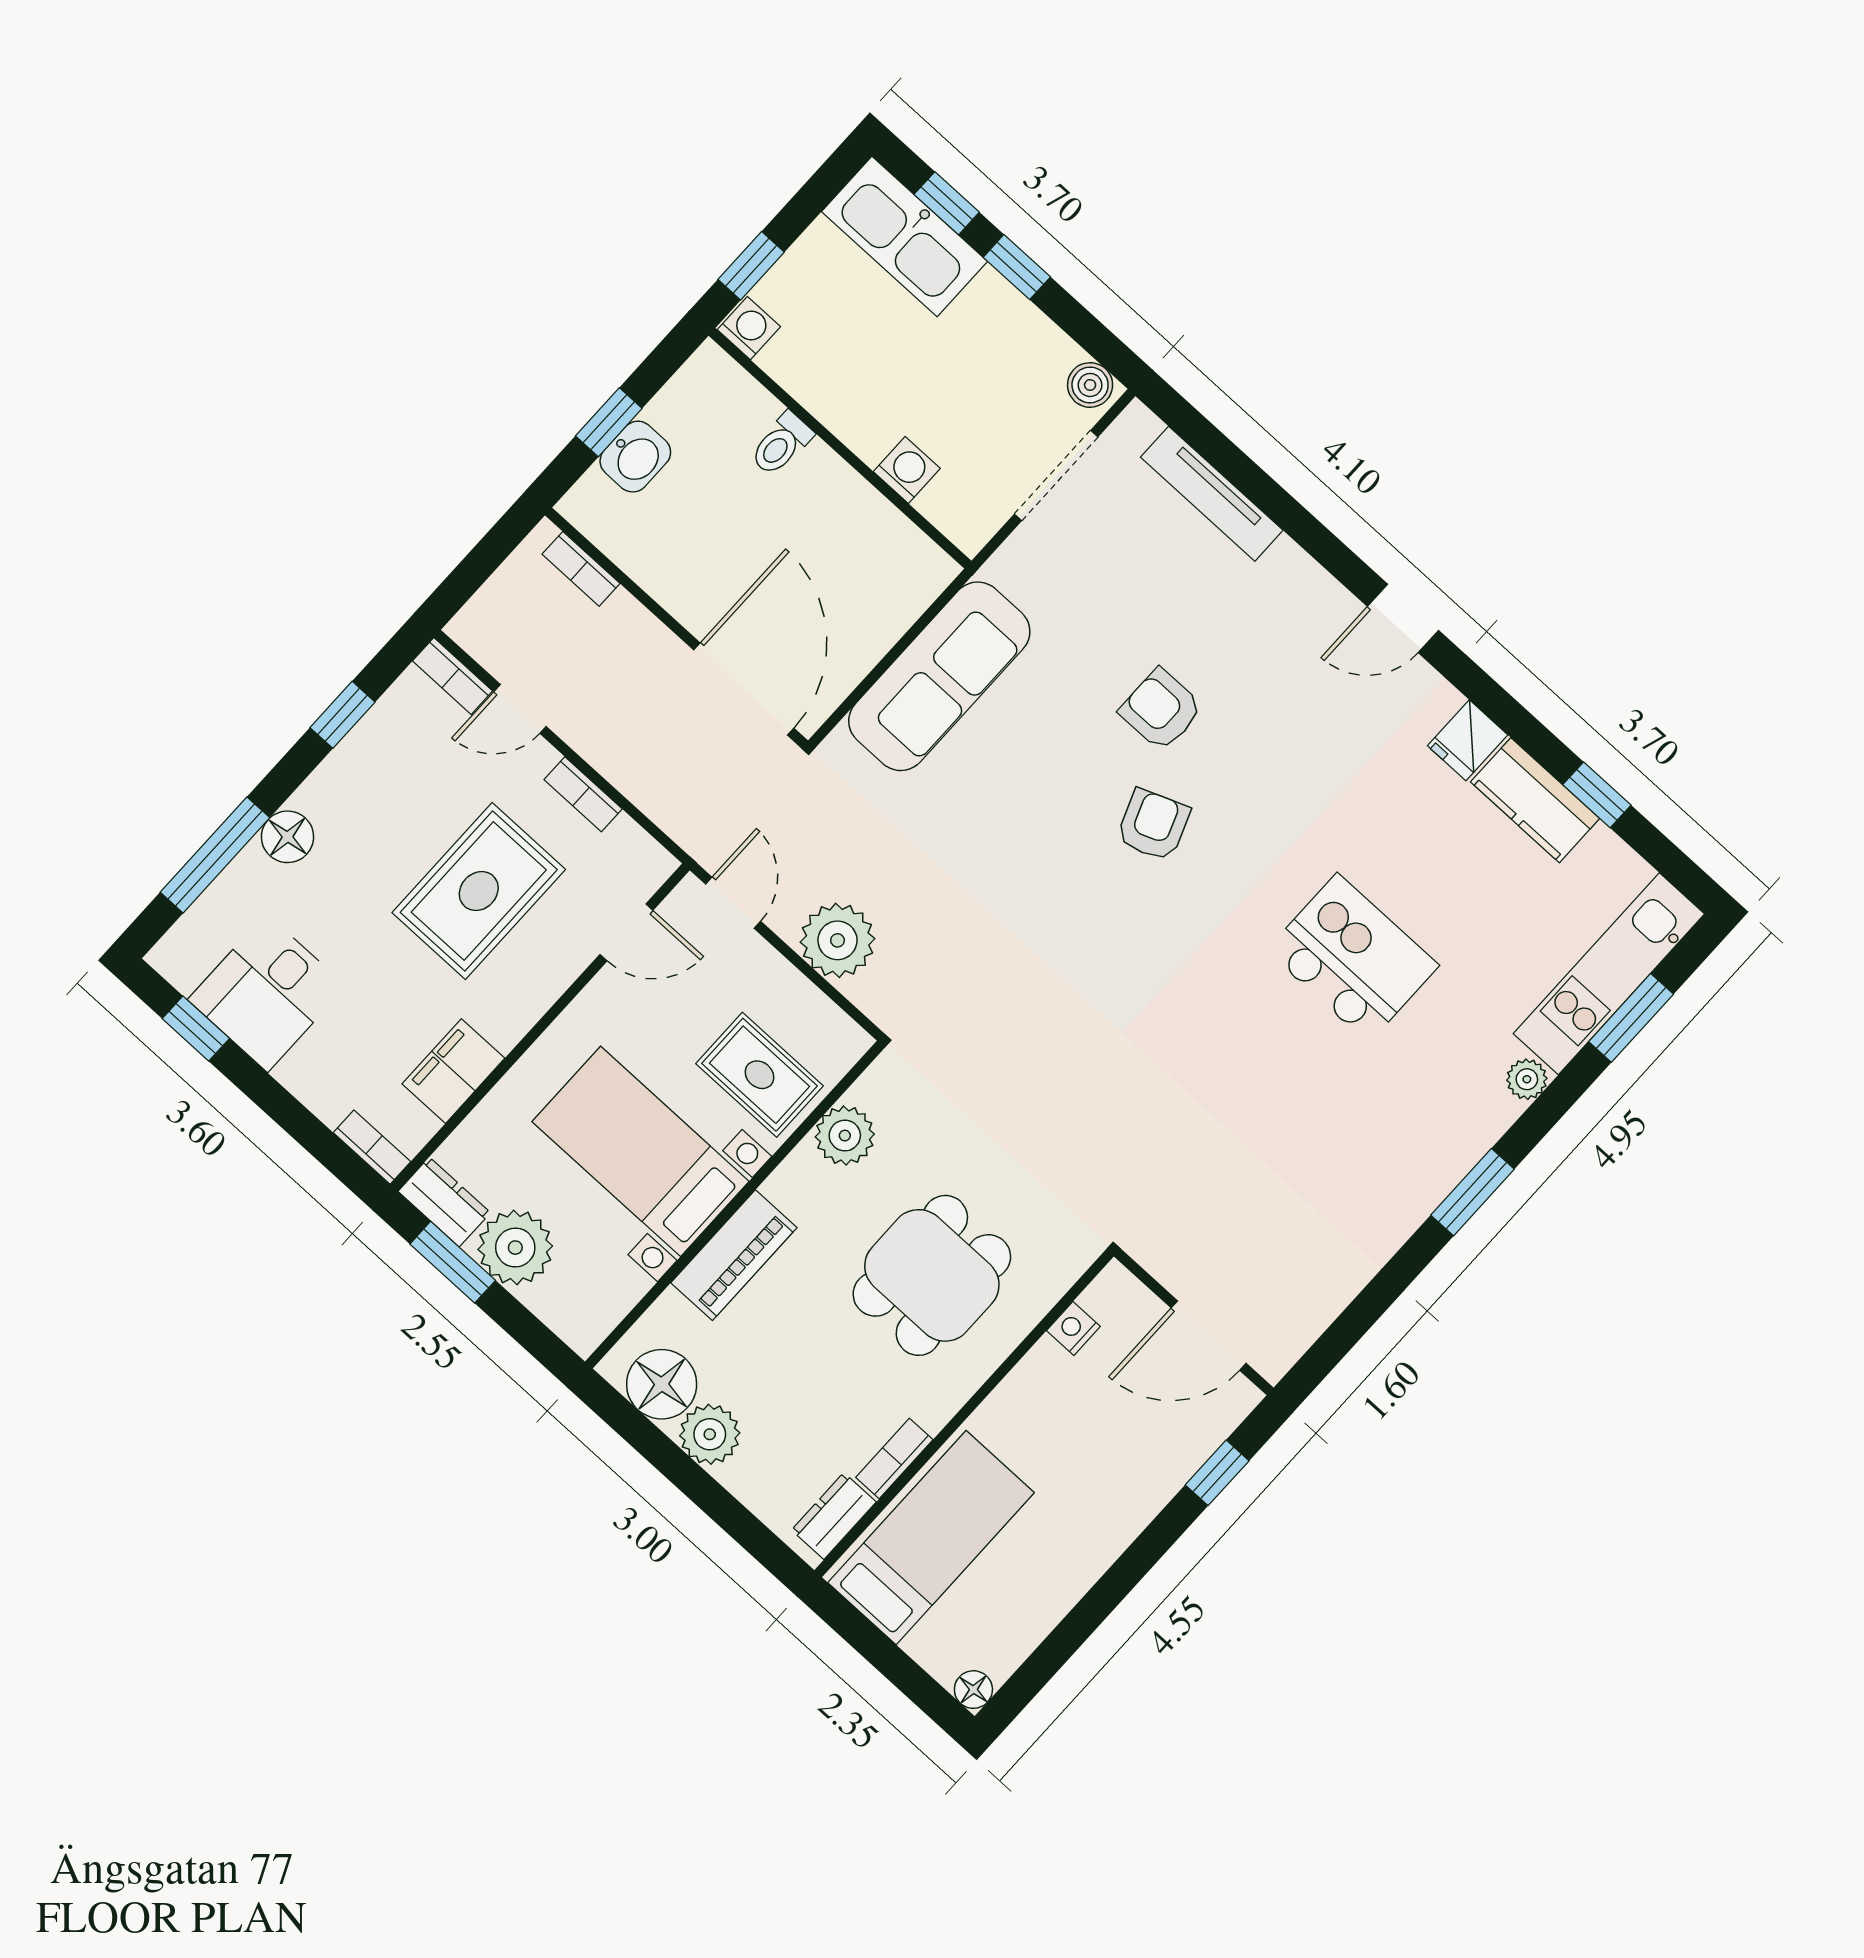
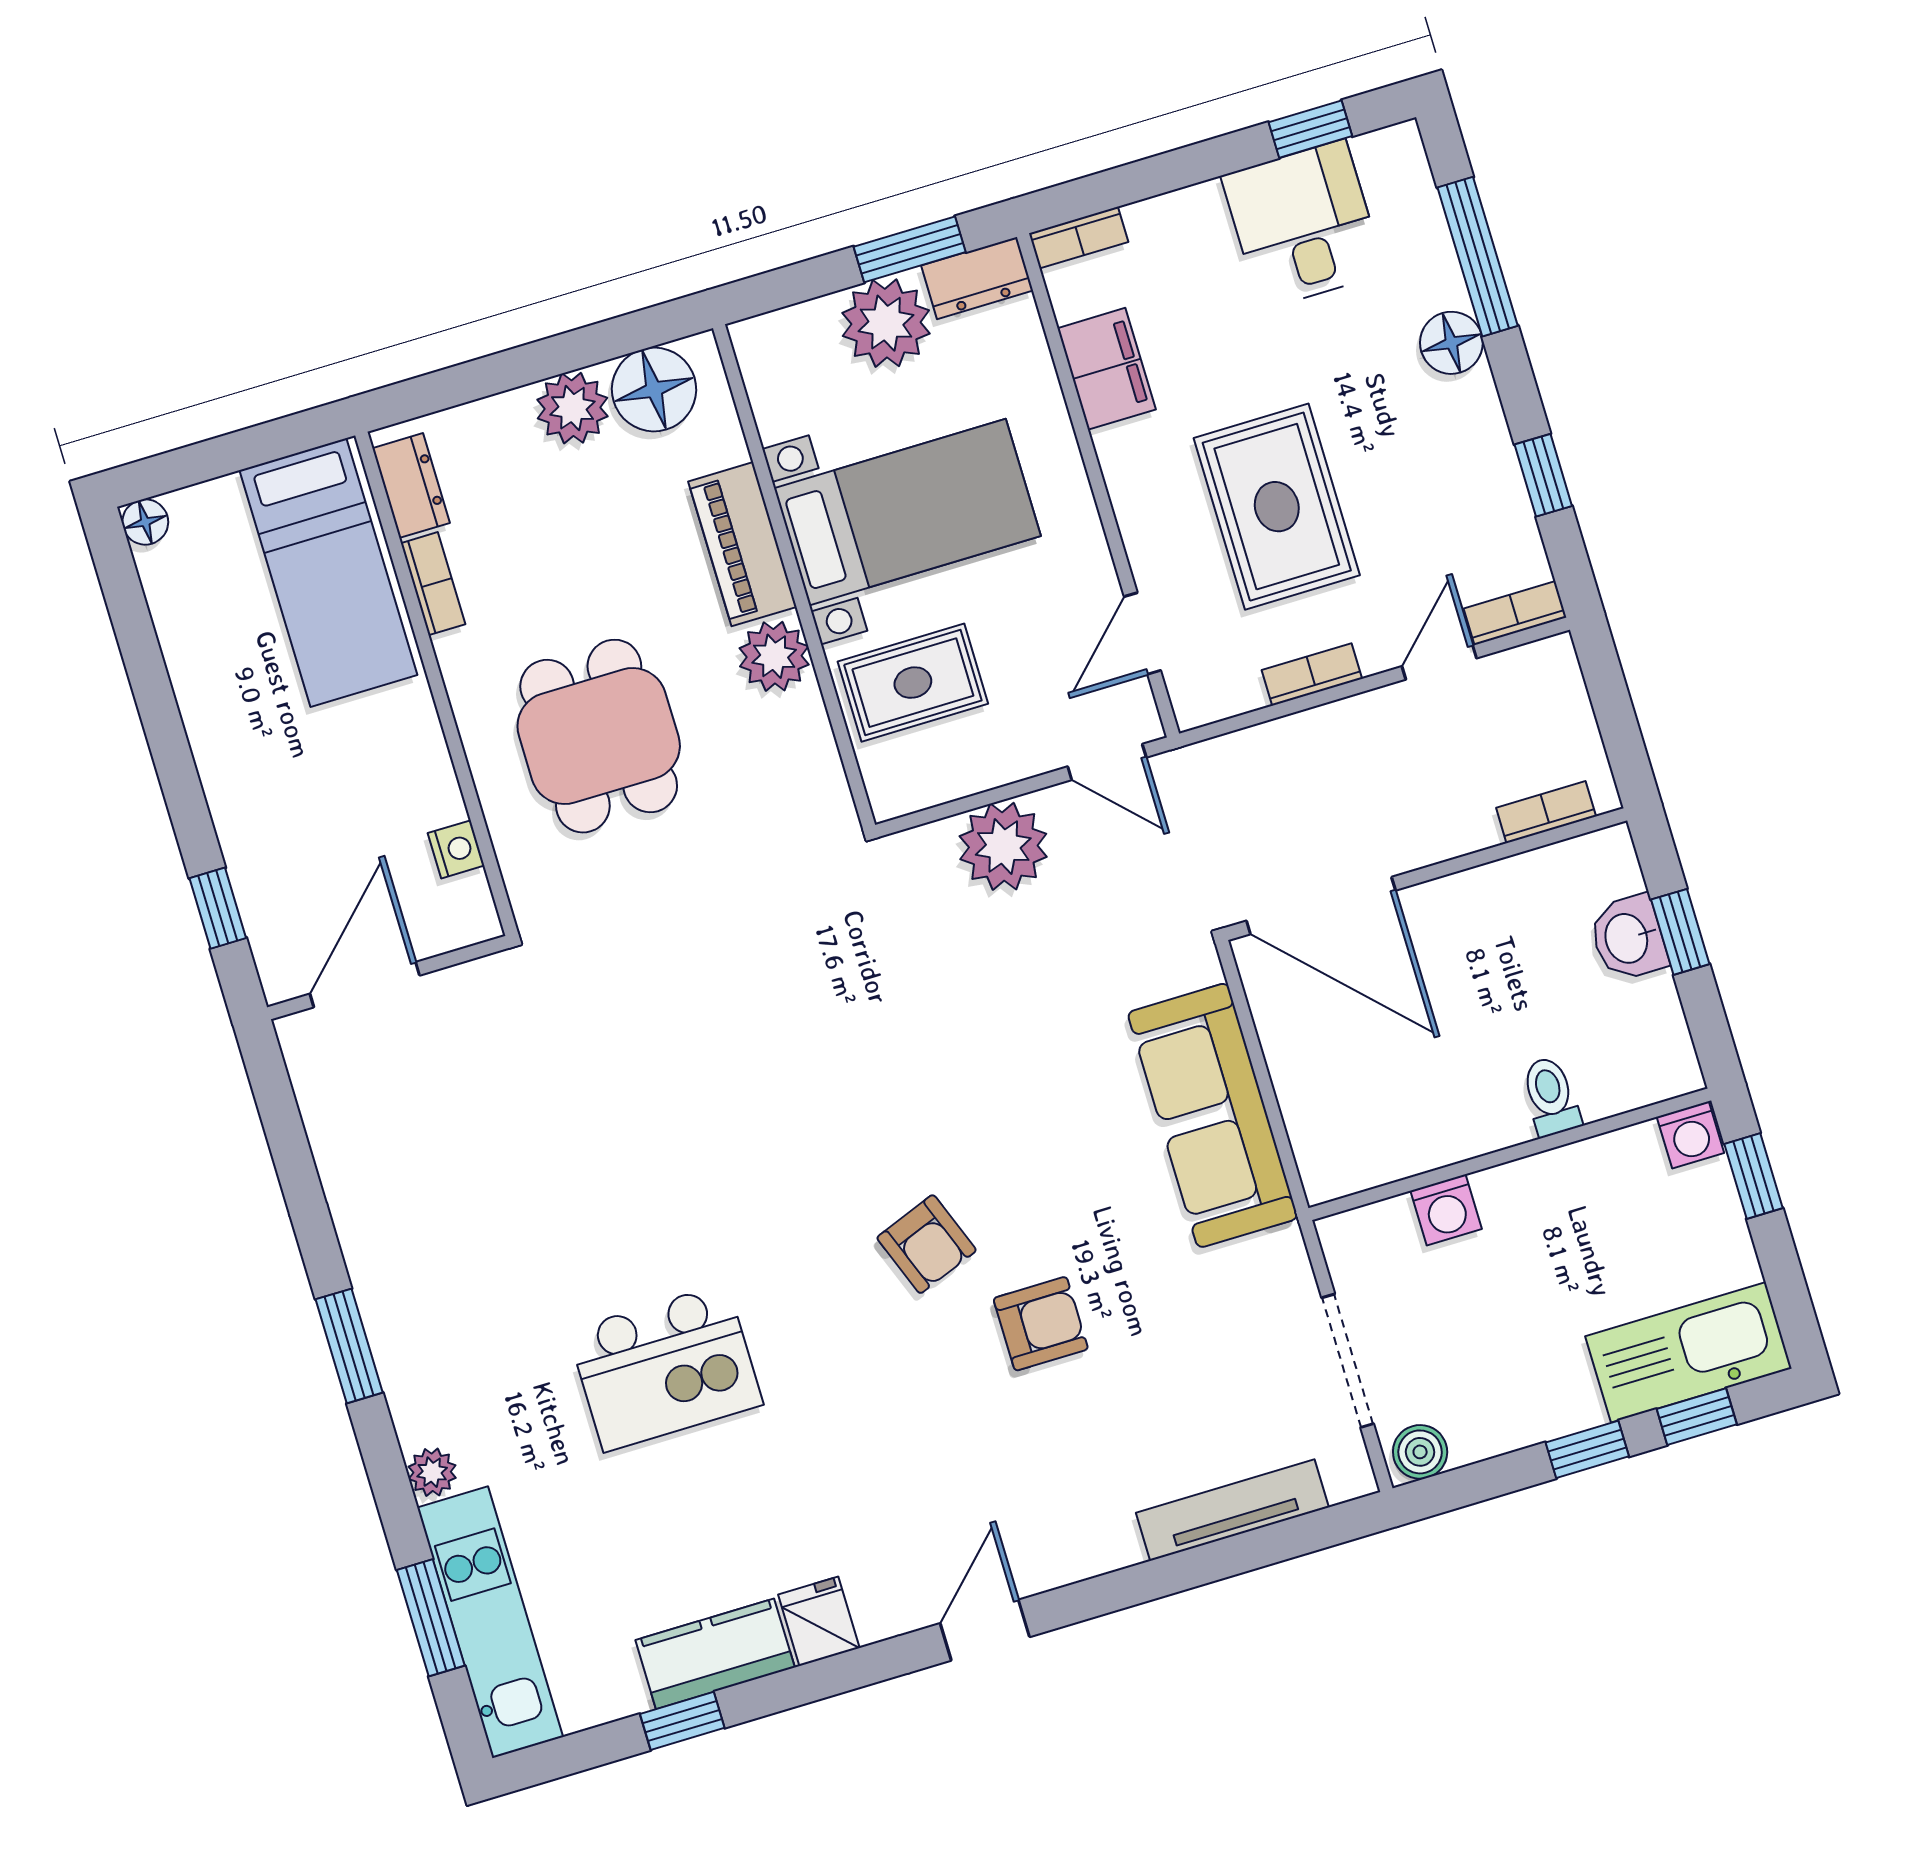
plant: (845, 1136) -> (774, 656), moved

